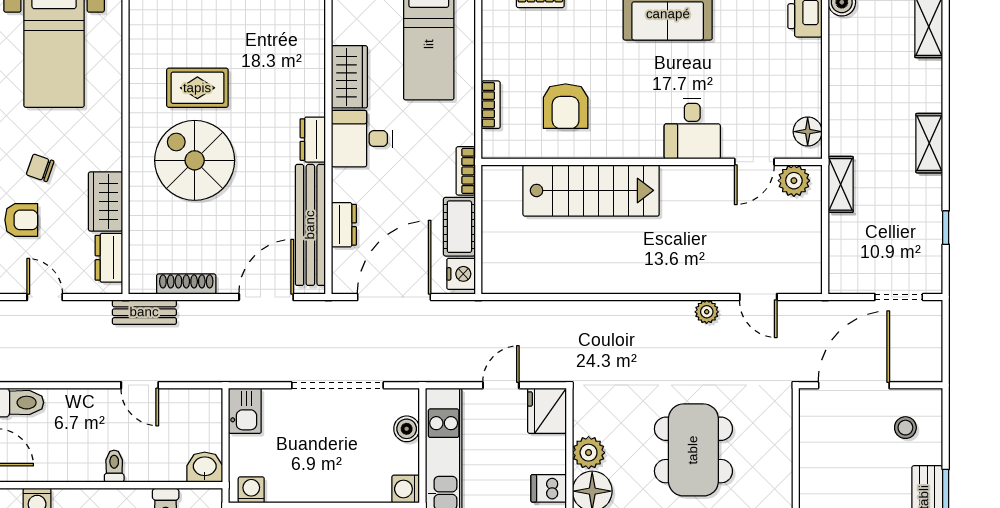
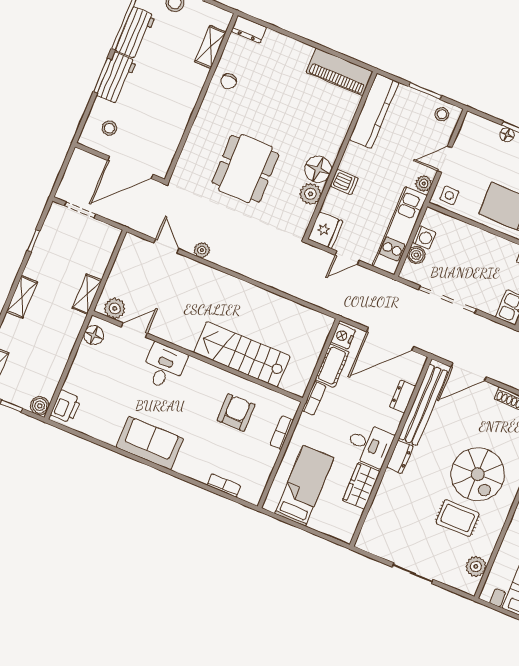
plant: (144, 31) -> (476, 566), added
washing machine: (406, 489) -> (424, 237), moved

